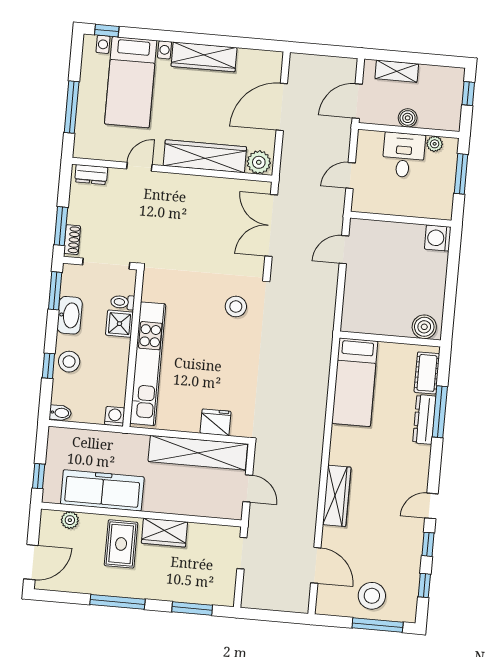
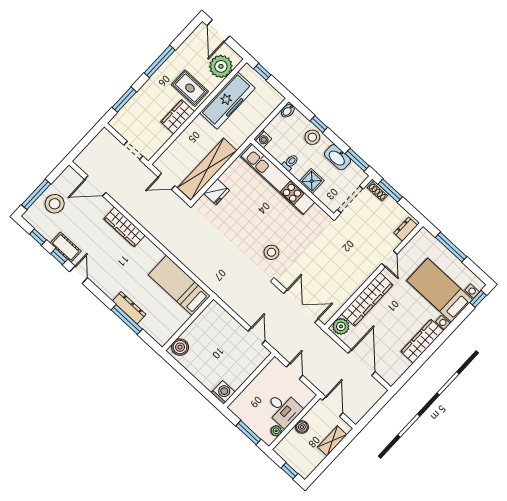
toilet: (123, 302) -> (290, 162), moved
cot: (427, 373) -> (66, 247), moved
plant: (70, 520) -> (221, 66), width x1.87, depth x1.87

